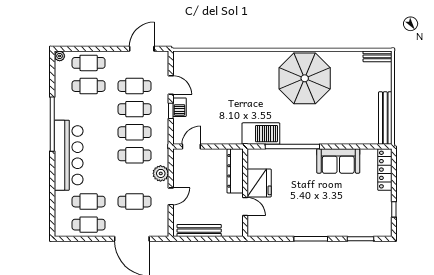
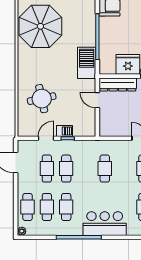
round table: (218, 80) -> (42, 99), added
cafe table: (135, 132) -> (66, 207), moved
door: (191, 147) -> (97, 100), moved
bar counter: (69, 155) -> (105, 224), width x0.73
plant: (161, 173) -> (120, 147), removed

